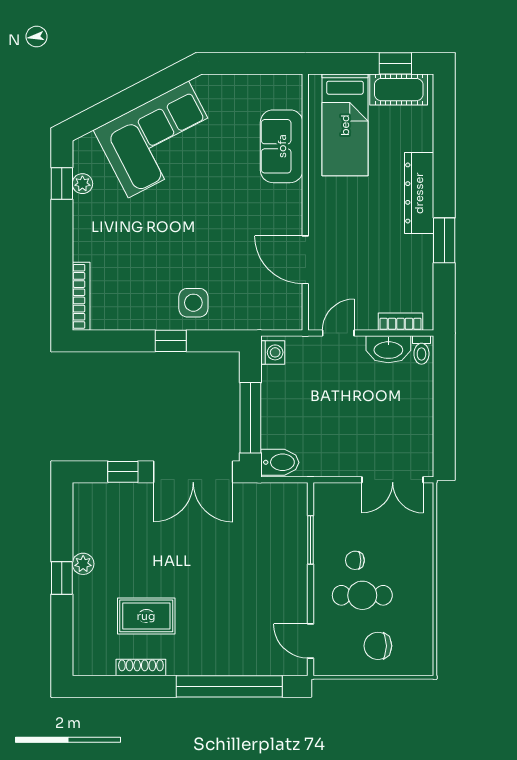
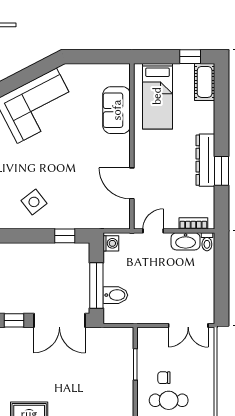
cot: (399, 90) -> (205, 82), moved, turned 90
dresser: (419, 193) -> (205, 160), moved
side table: (193, 303) -> (34, 202), moved, turned -38
window: (171, 341) -> (65, 236), moved
bidet: (280, 462) -> (115, 295), moved

